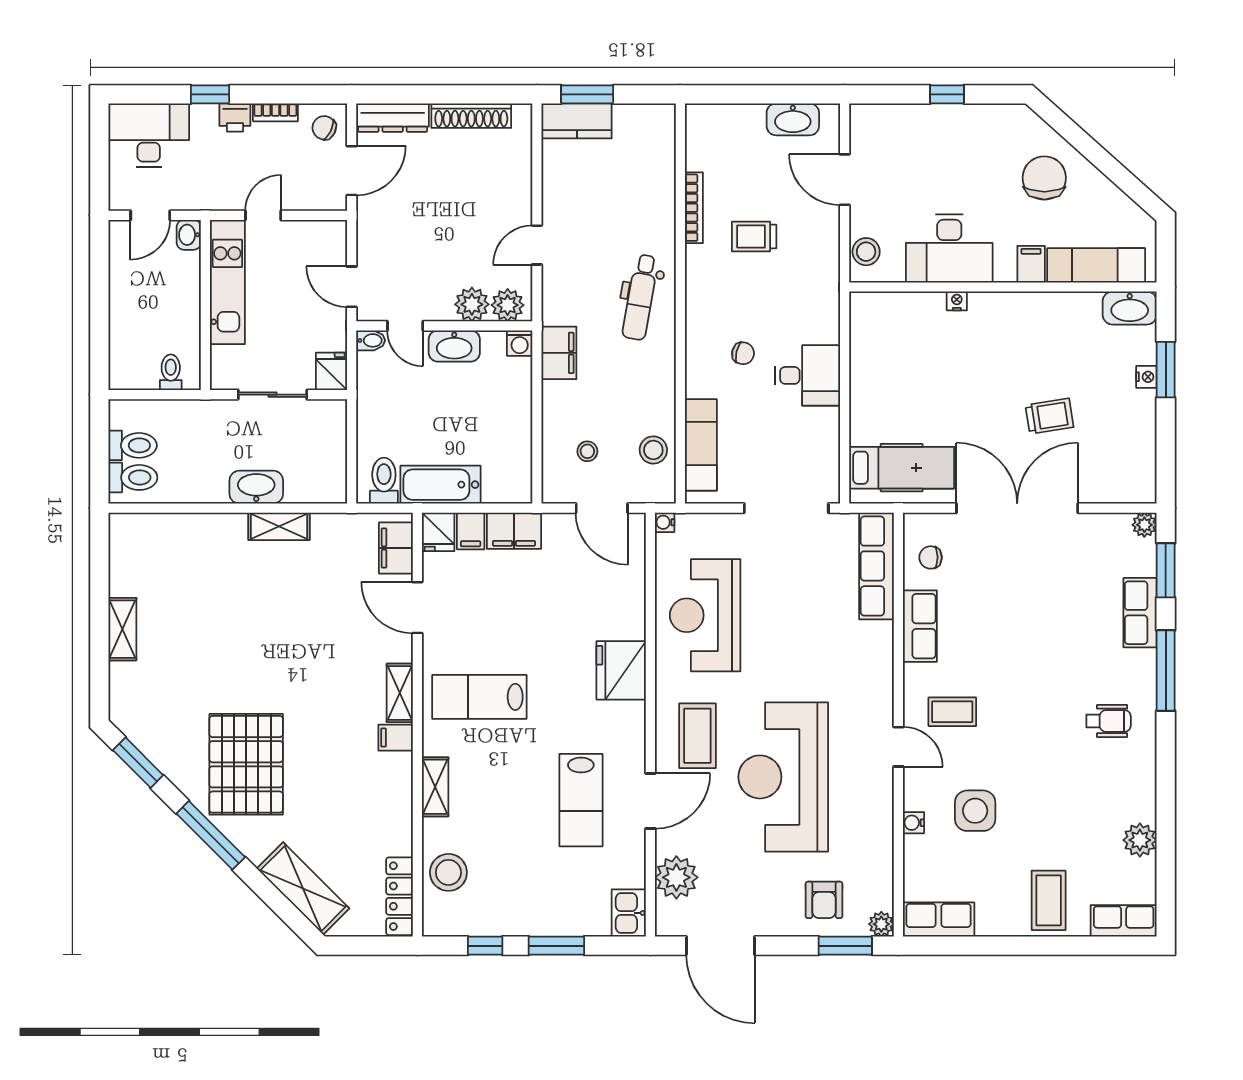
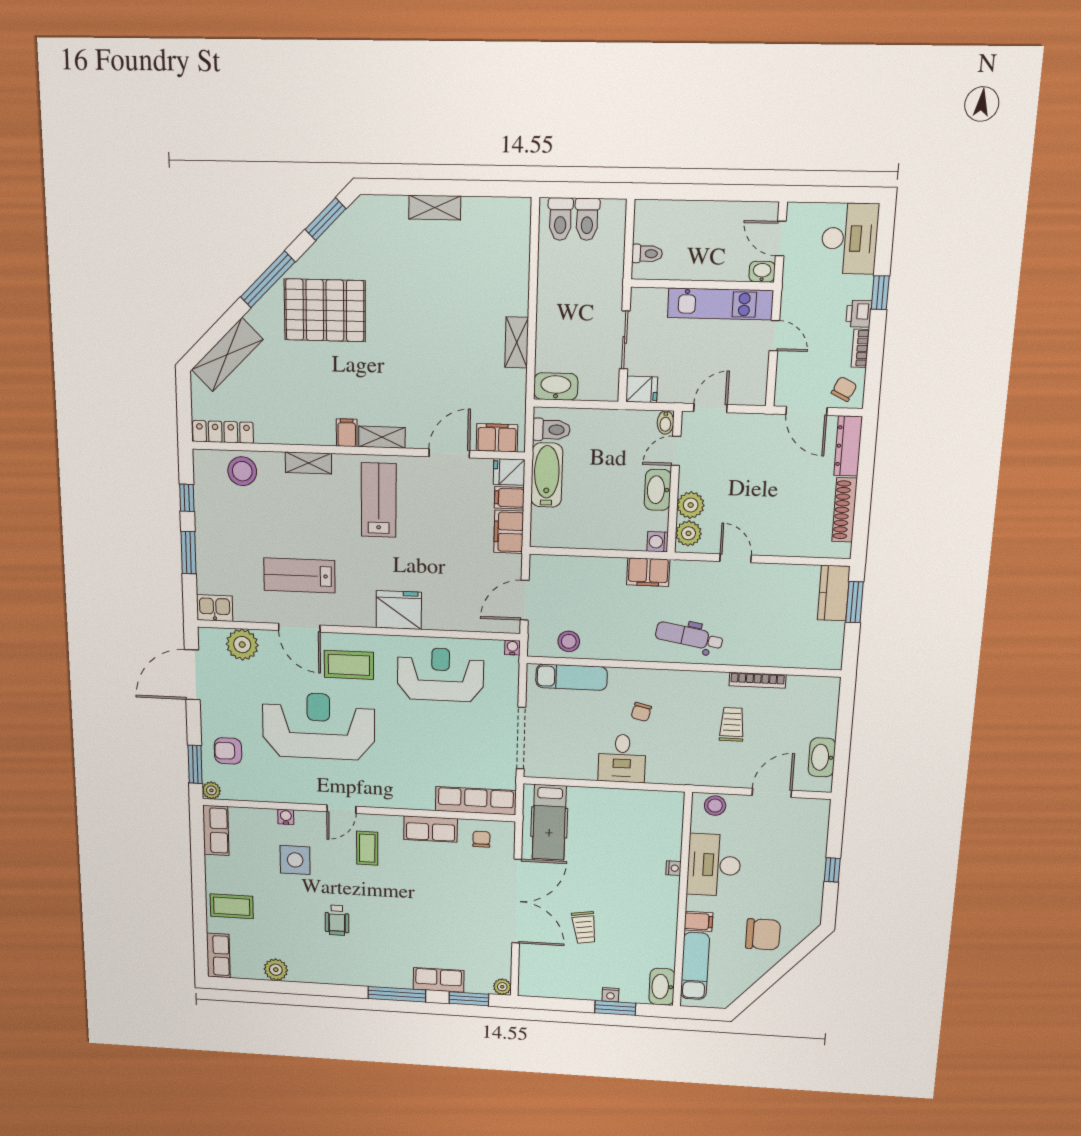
stool: (587, 451) -> (569, 591), removed
washbasin: (256, 487) -> (556, 386), moved, turned -90
wheelchair: (1109, 721) -> (337, 920), moved

